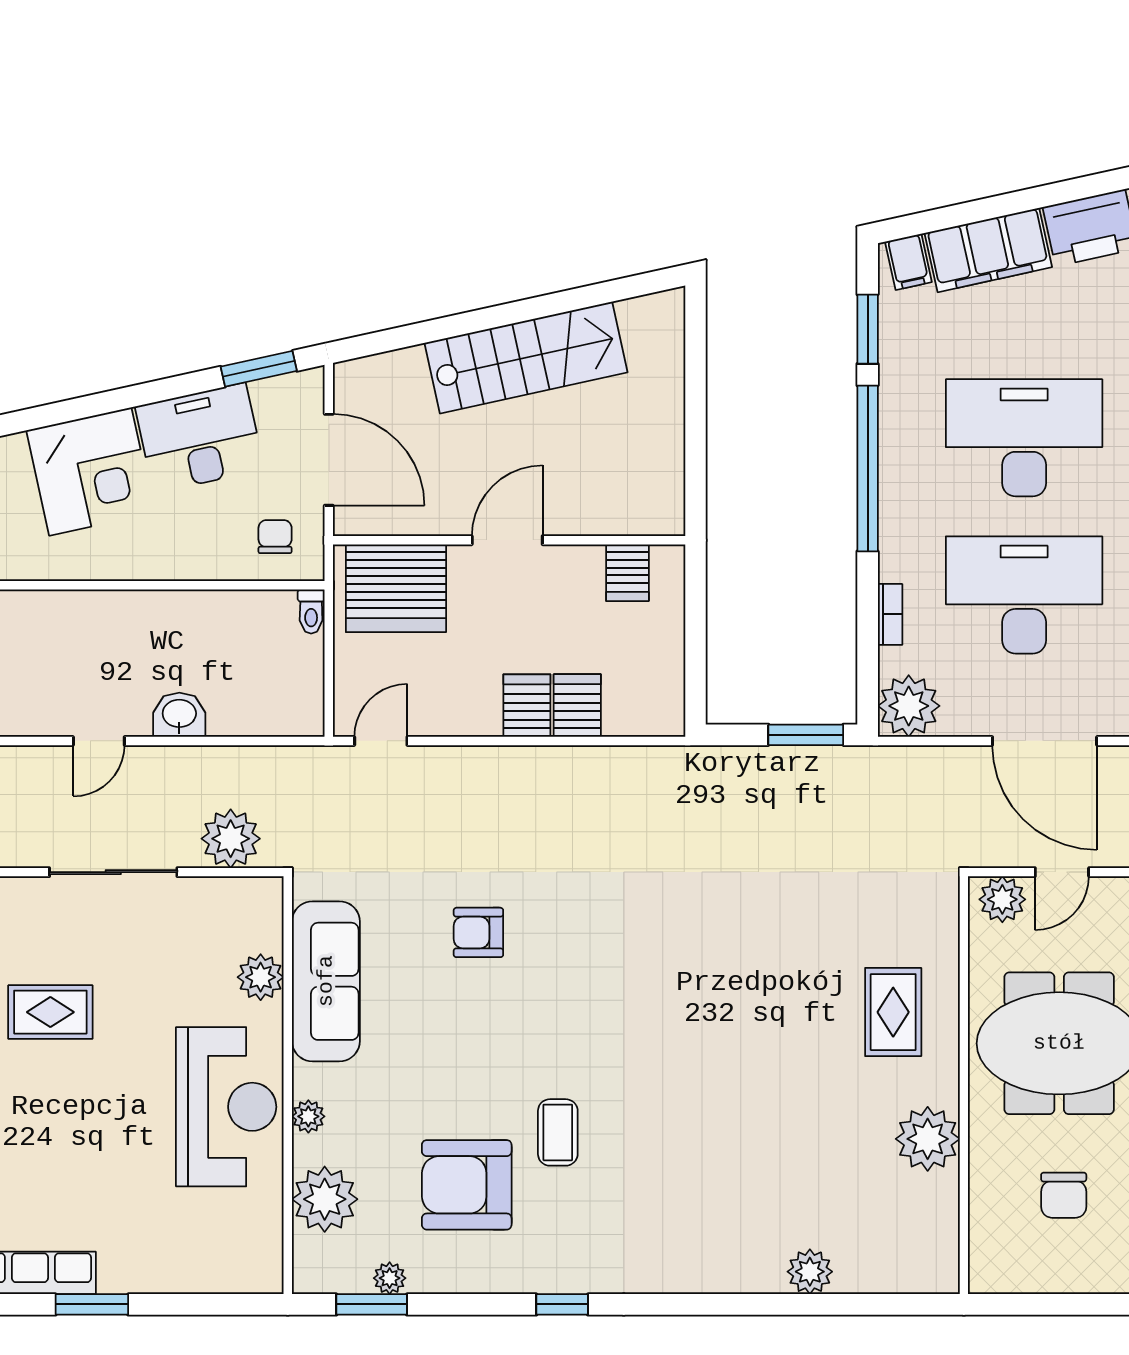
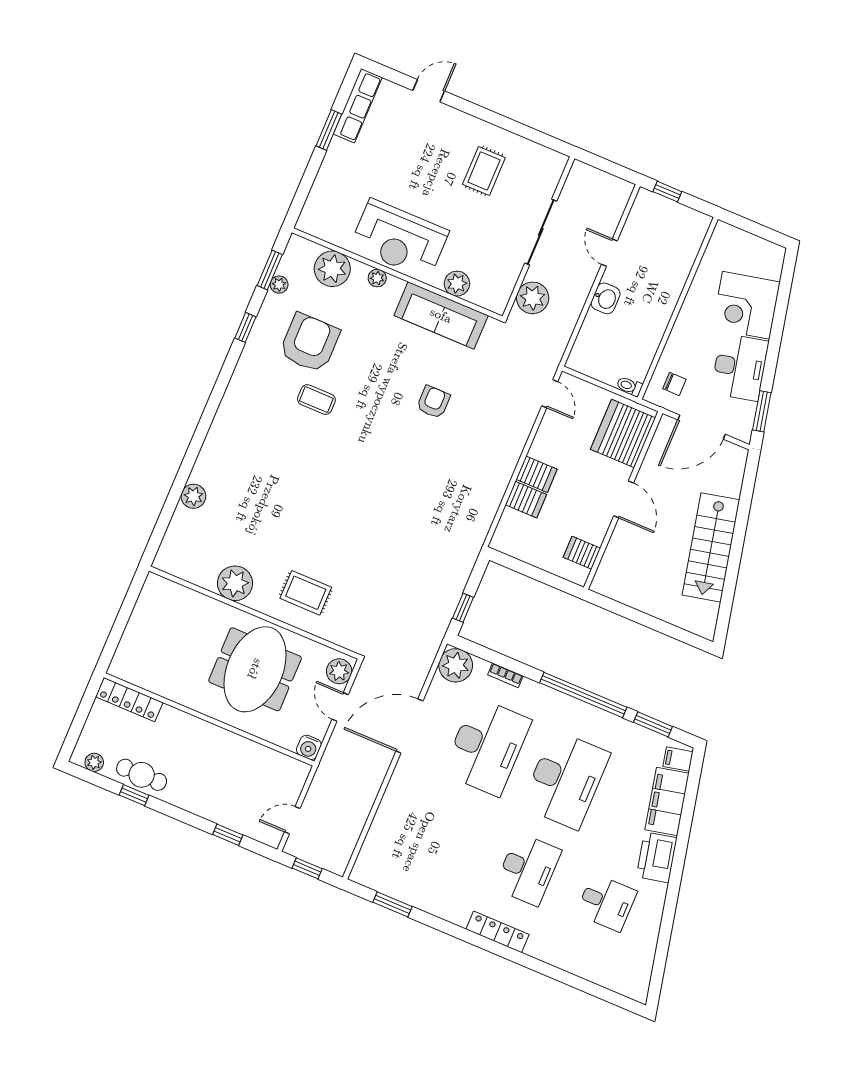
window: (806, 735) -> (463, 608), width x0.67
chair: (1064, 1195) -> (178, 639), removed
window: (562, 1304) -> (245, 327), moved

